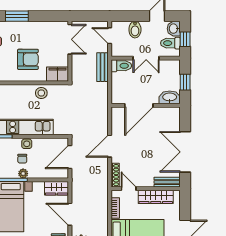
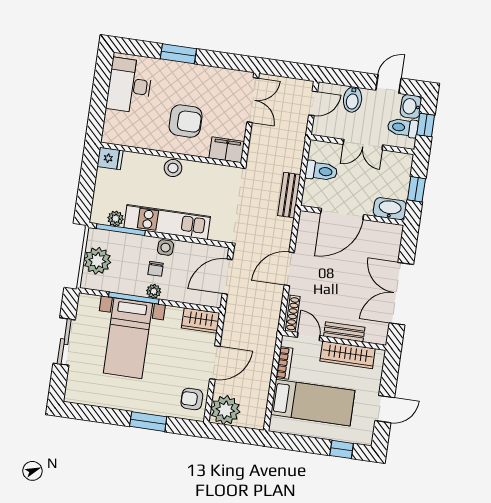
door: (110, 36) -> (313, 103), swing flipped
toilet: (121, 66) -> (321, 171), moved
bench: (103, 67) -> (289, 195), moved
stool: (41, 93) -> (173, 168), moved
bench: (167, 182) -> (344, 332), moved
door: (70, 214) -> (215, 363), swing flipped

